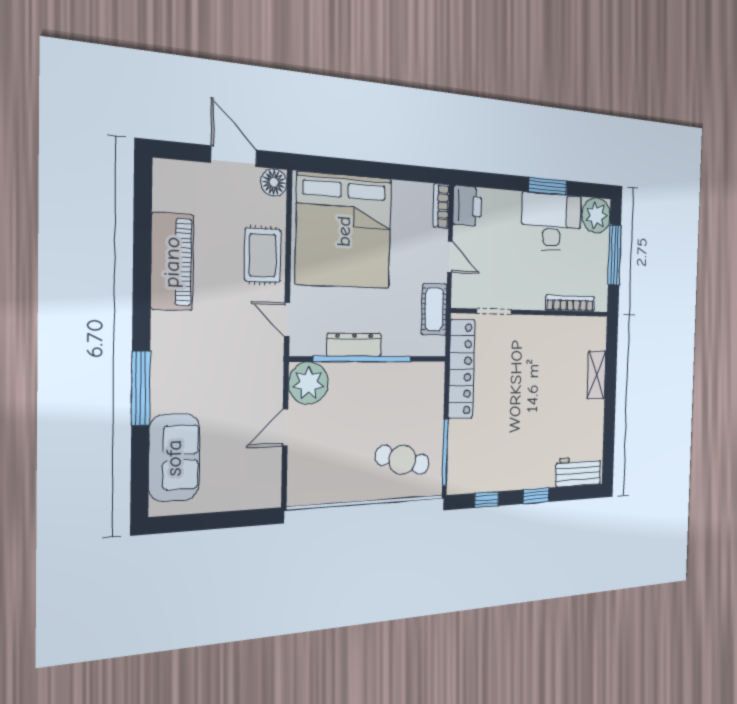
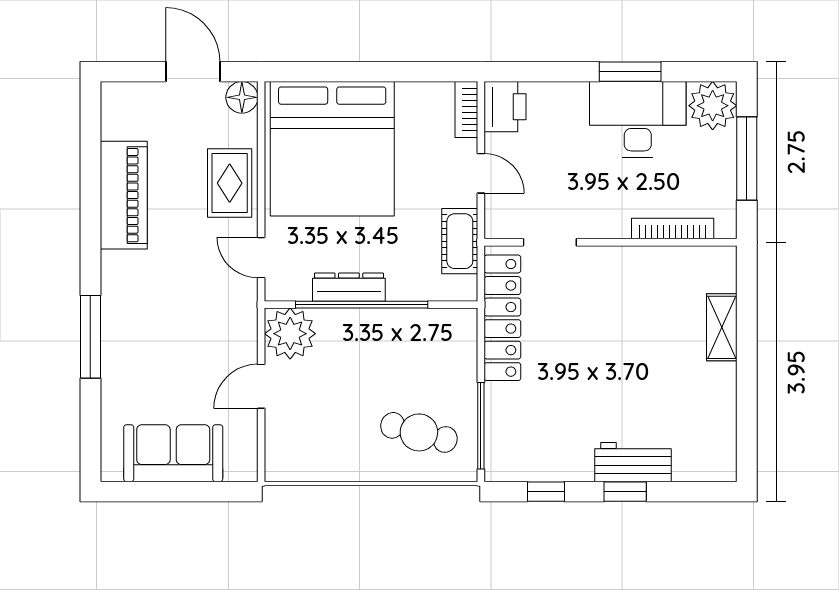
sofa: (174, 458) -> (173, 453), moved, turned -90
workbench: (578, 471) -> (633, 462), moved

